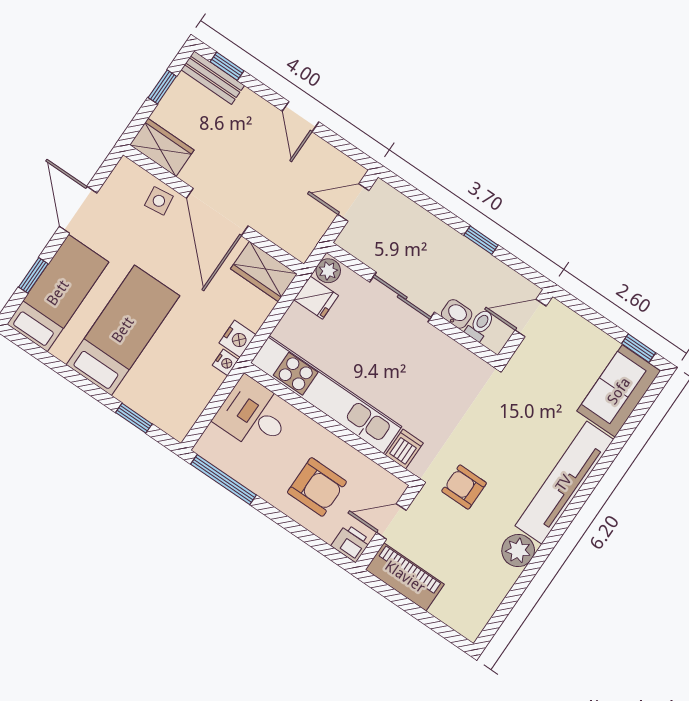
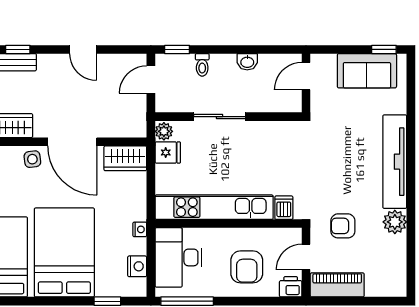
window: (481, 240) -> (177, 49), moved
washbasin: (457, 314) -> (247, 62), moved, turned 180
toilet: (480, 325) -> (202, 65), moved, turned 180
bed: (123, 330) -> (64, 252), width x1.50
nightstand: (237, 339) -> (137, 266), moved
sofa: (619, 391) -> (367, 71), moved, turned -90
desk: (254, 415) -> (178, 257), width x1.37
armchair: (317, 487) -> (247, 267), turned 90
armchair: (464, 487) -> (343, 226), moved

